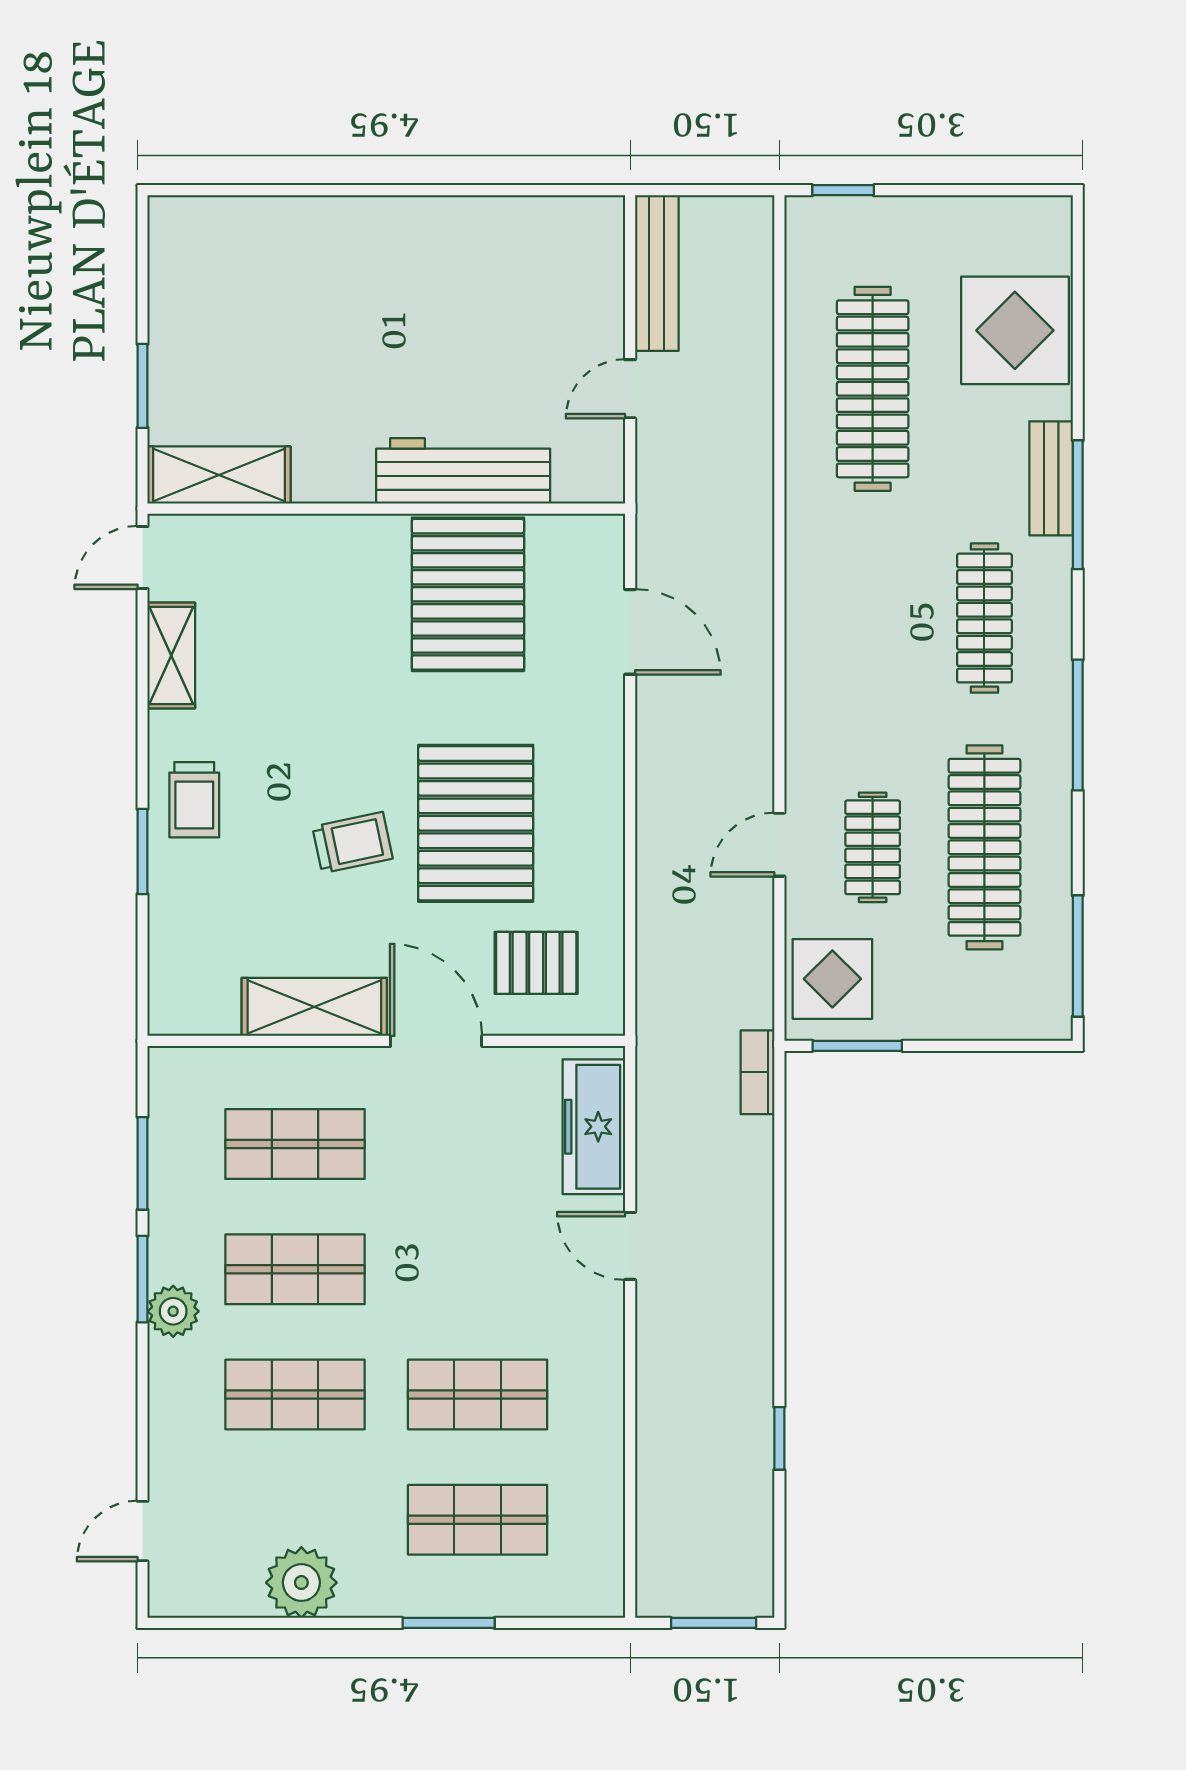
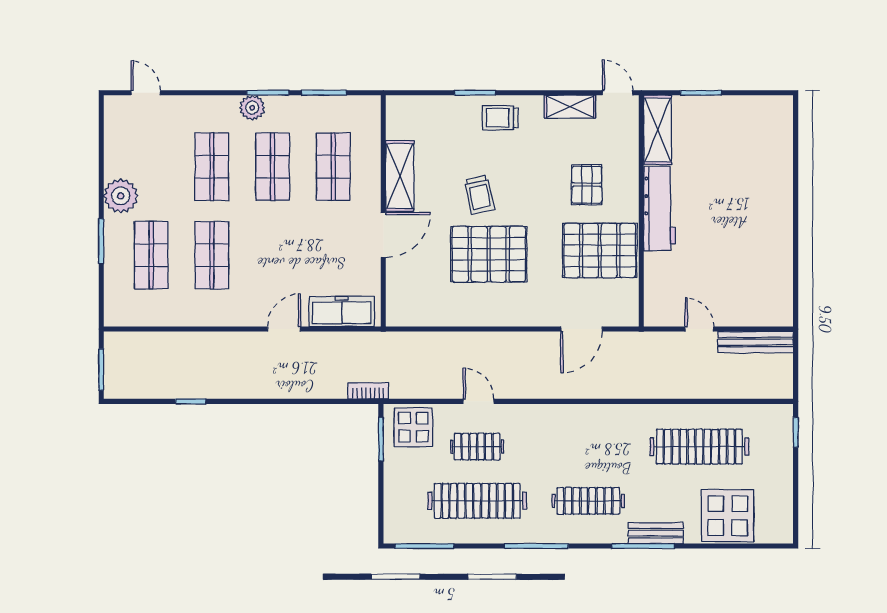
workbench: (463, 471) -> (660, 209), moved
pallet: (536, 963) -> (587, 185), moved
plant: (301, 1583) -> (121, 196), moved

